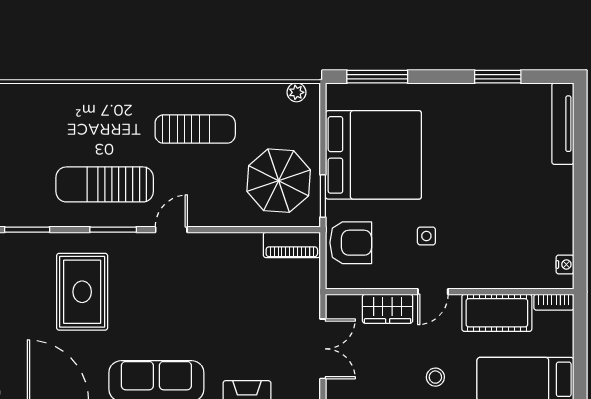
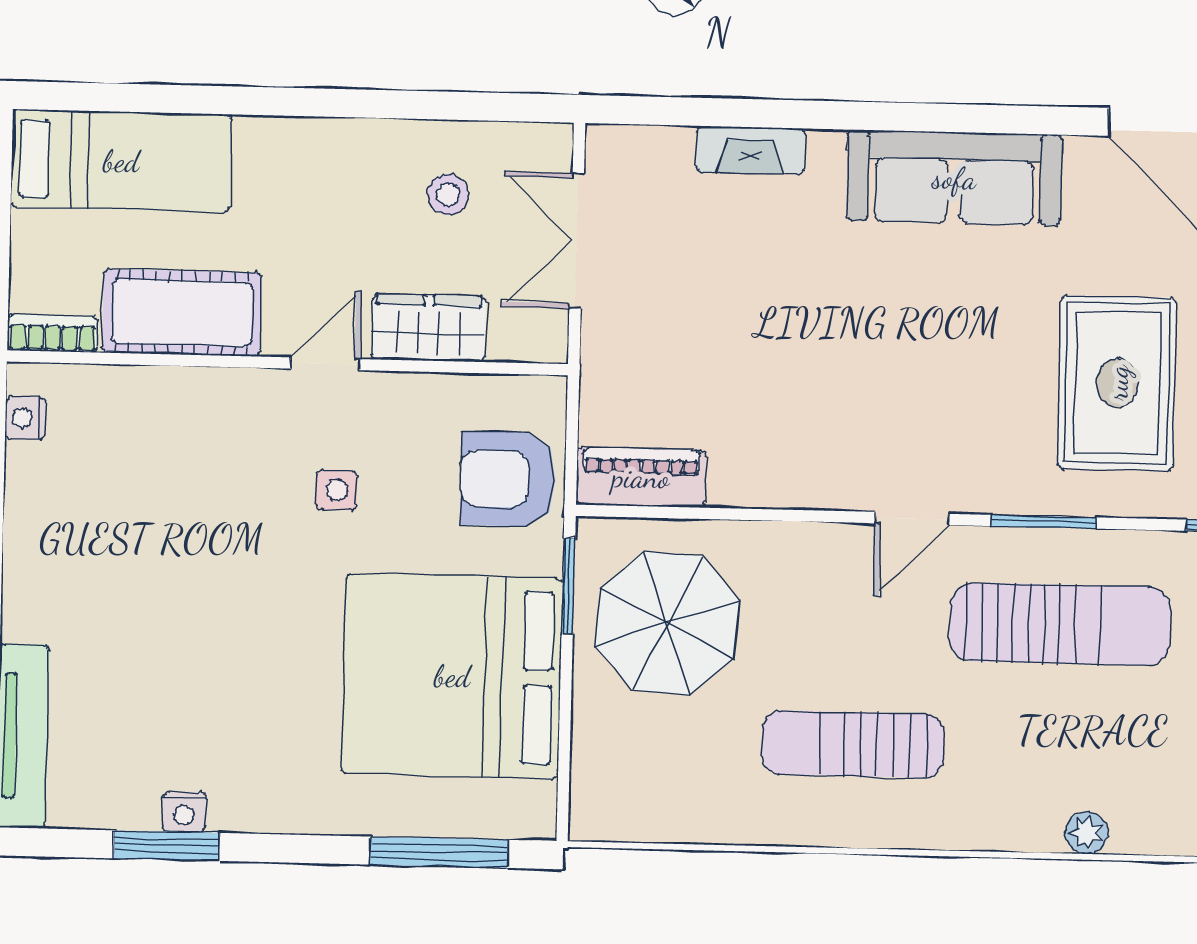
plant: (297, 92) -> (1086, 833), moved
nightstand: (490, 92) -> (184, 812), added
stool: (435, 377) -> (448, 195), moved

